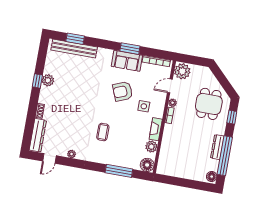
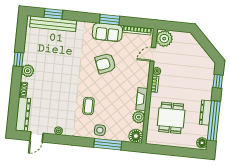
plant: (48, 80) -> (28, 71), moved
dining table: (209, 104) -> (171, 118), moved
side table: (144, 106) -> (100, 130), moved

